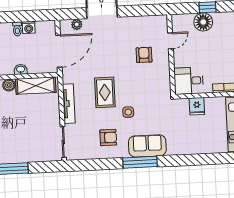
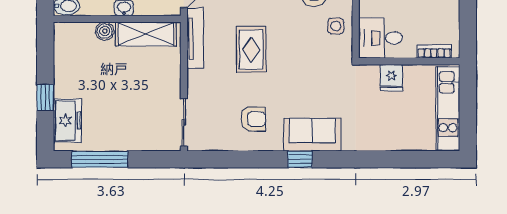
tv unit: (69, 104) -> (195, 38), moved
side table: (128, 112) -> (336, 26), moved
window: (140, 162) -> (300, 159), width x0.46

